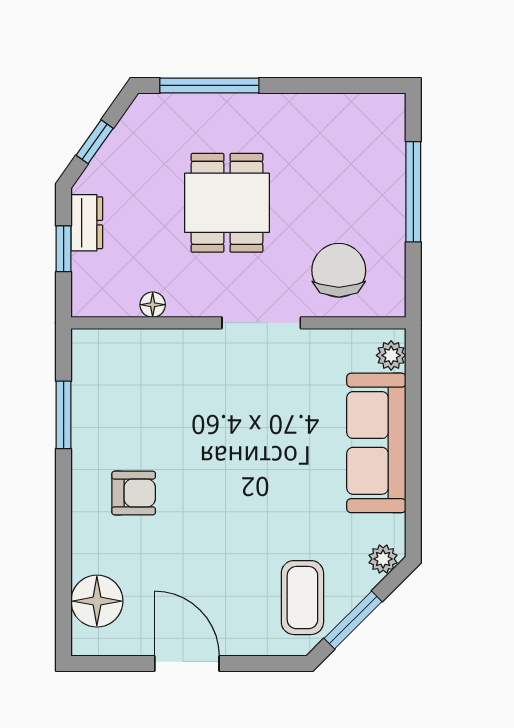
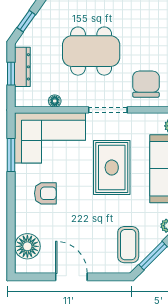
dining table: (227, 203) -> (91, 51), width x1.37
dresser: (87, 223) -> (22, 67), width x1.44
corner sofa: (143, 380) -> (50, 138), added
rug: (269, 440) -> (112, 168), added

